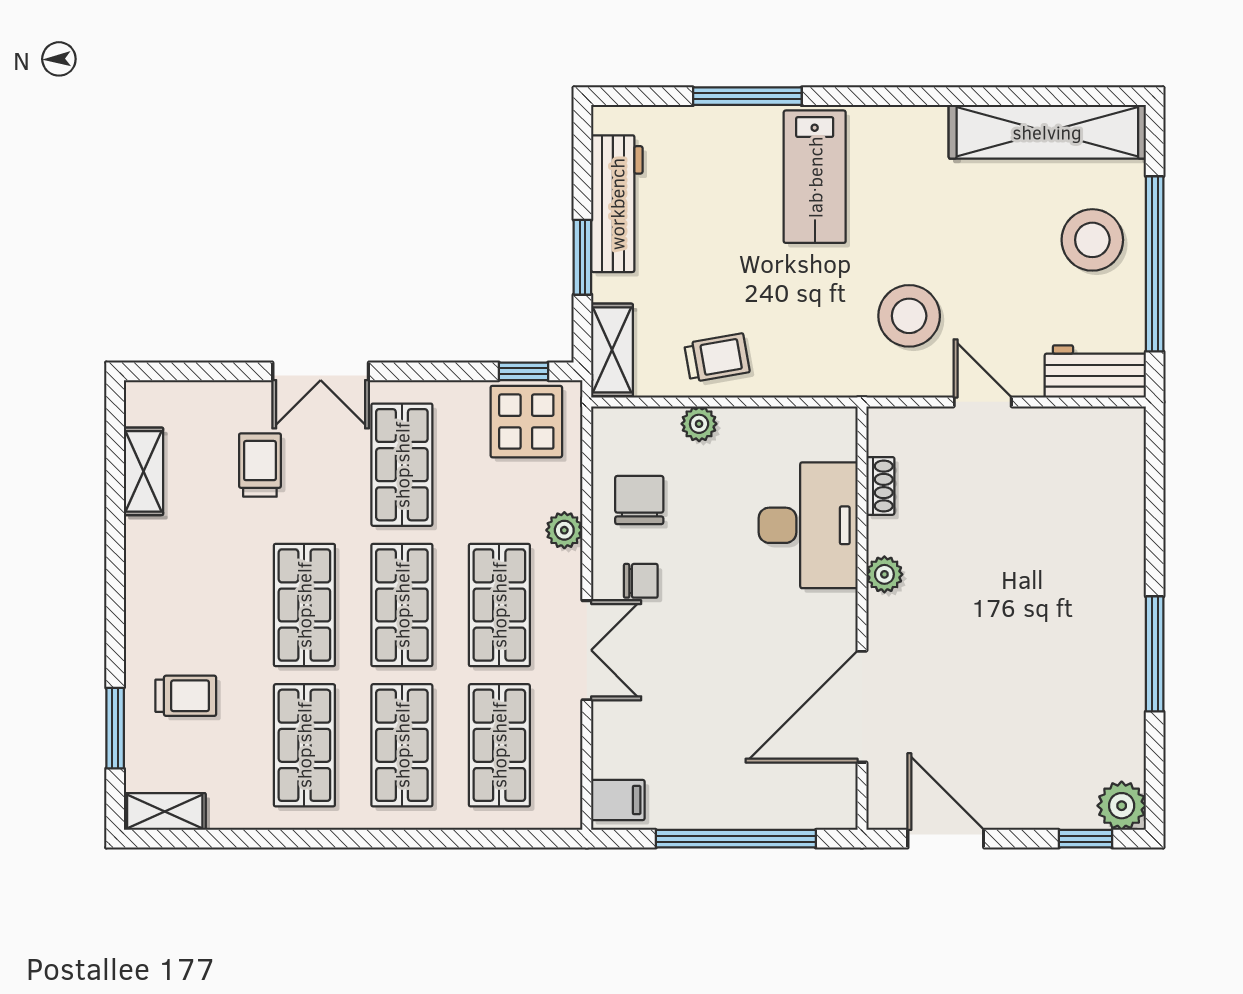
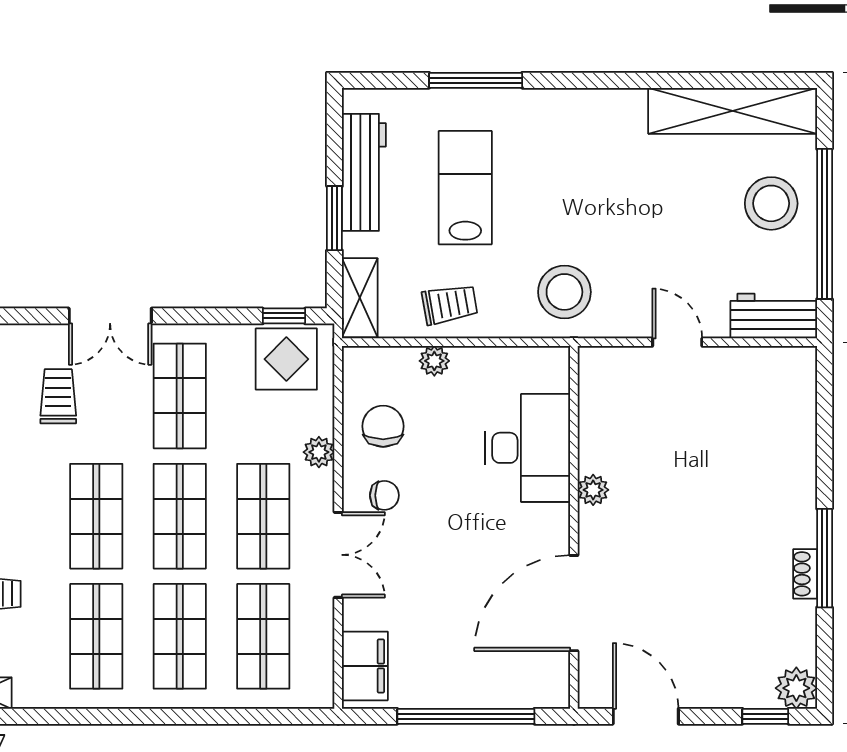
lab bench: (815, 177) -> (465, 188), moved, turned 180
stool: (909, 316) -> (564, 292), moved
shoe rack: (880, 486) -> (805, 574), moved, turned 180
filing cabinet: (618, 800) -> (365, 666), width x2.00

